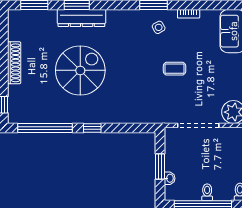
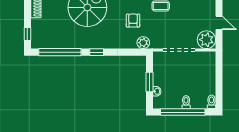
armchair: (139, 87) -> (133, 20), added
plant: (152, 116) -> (143, 43), added

